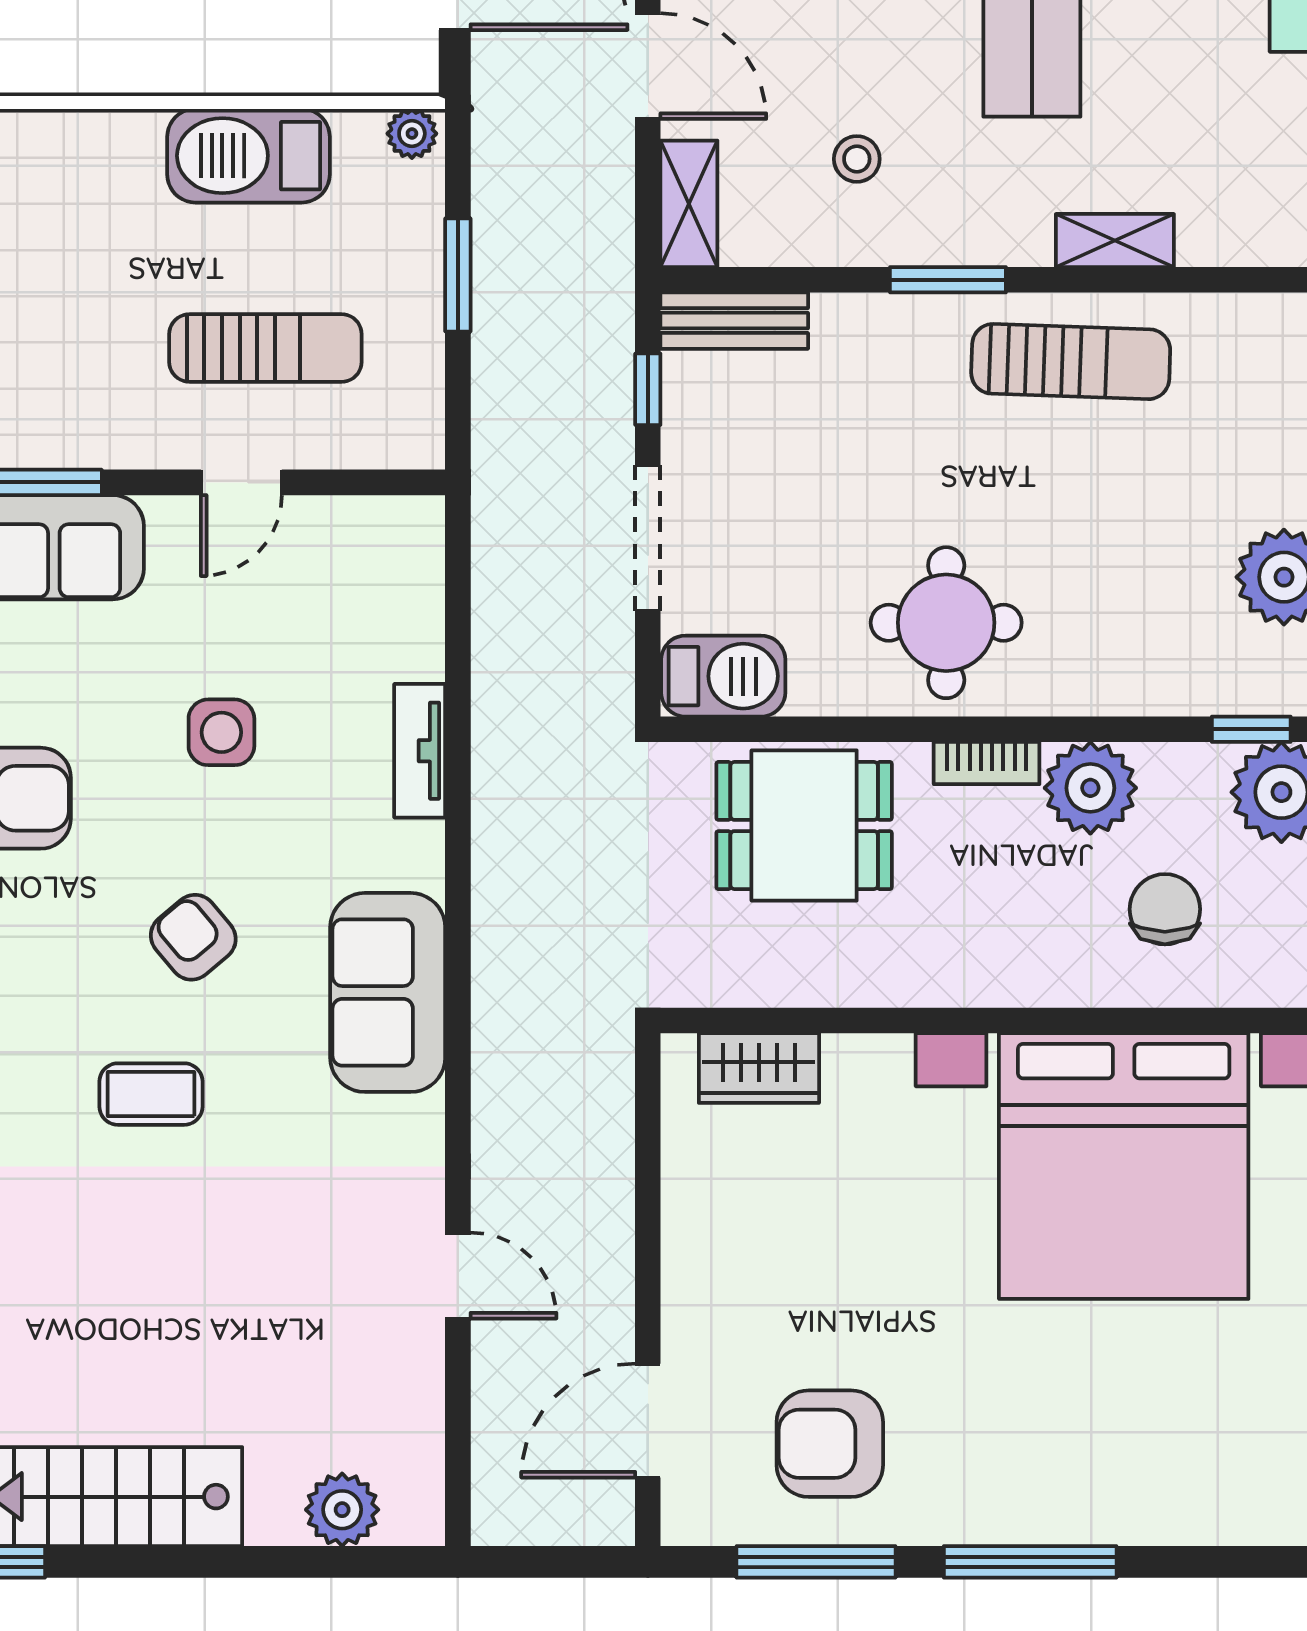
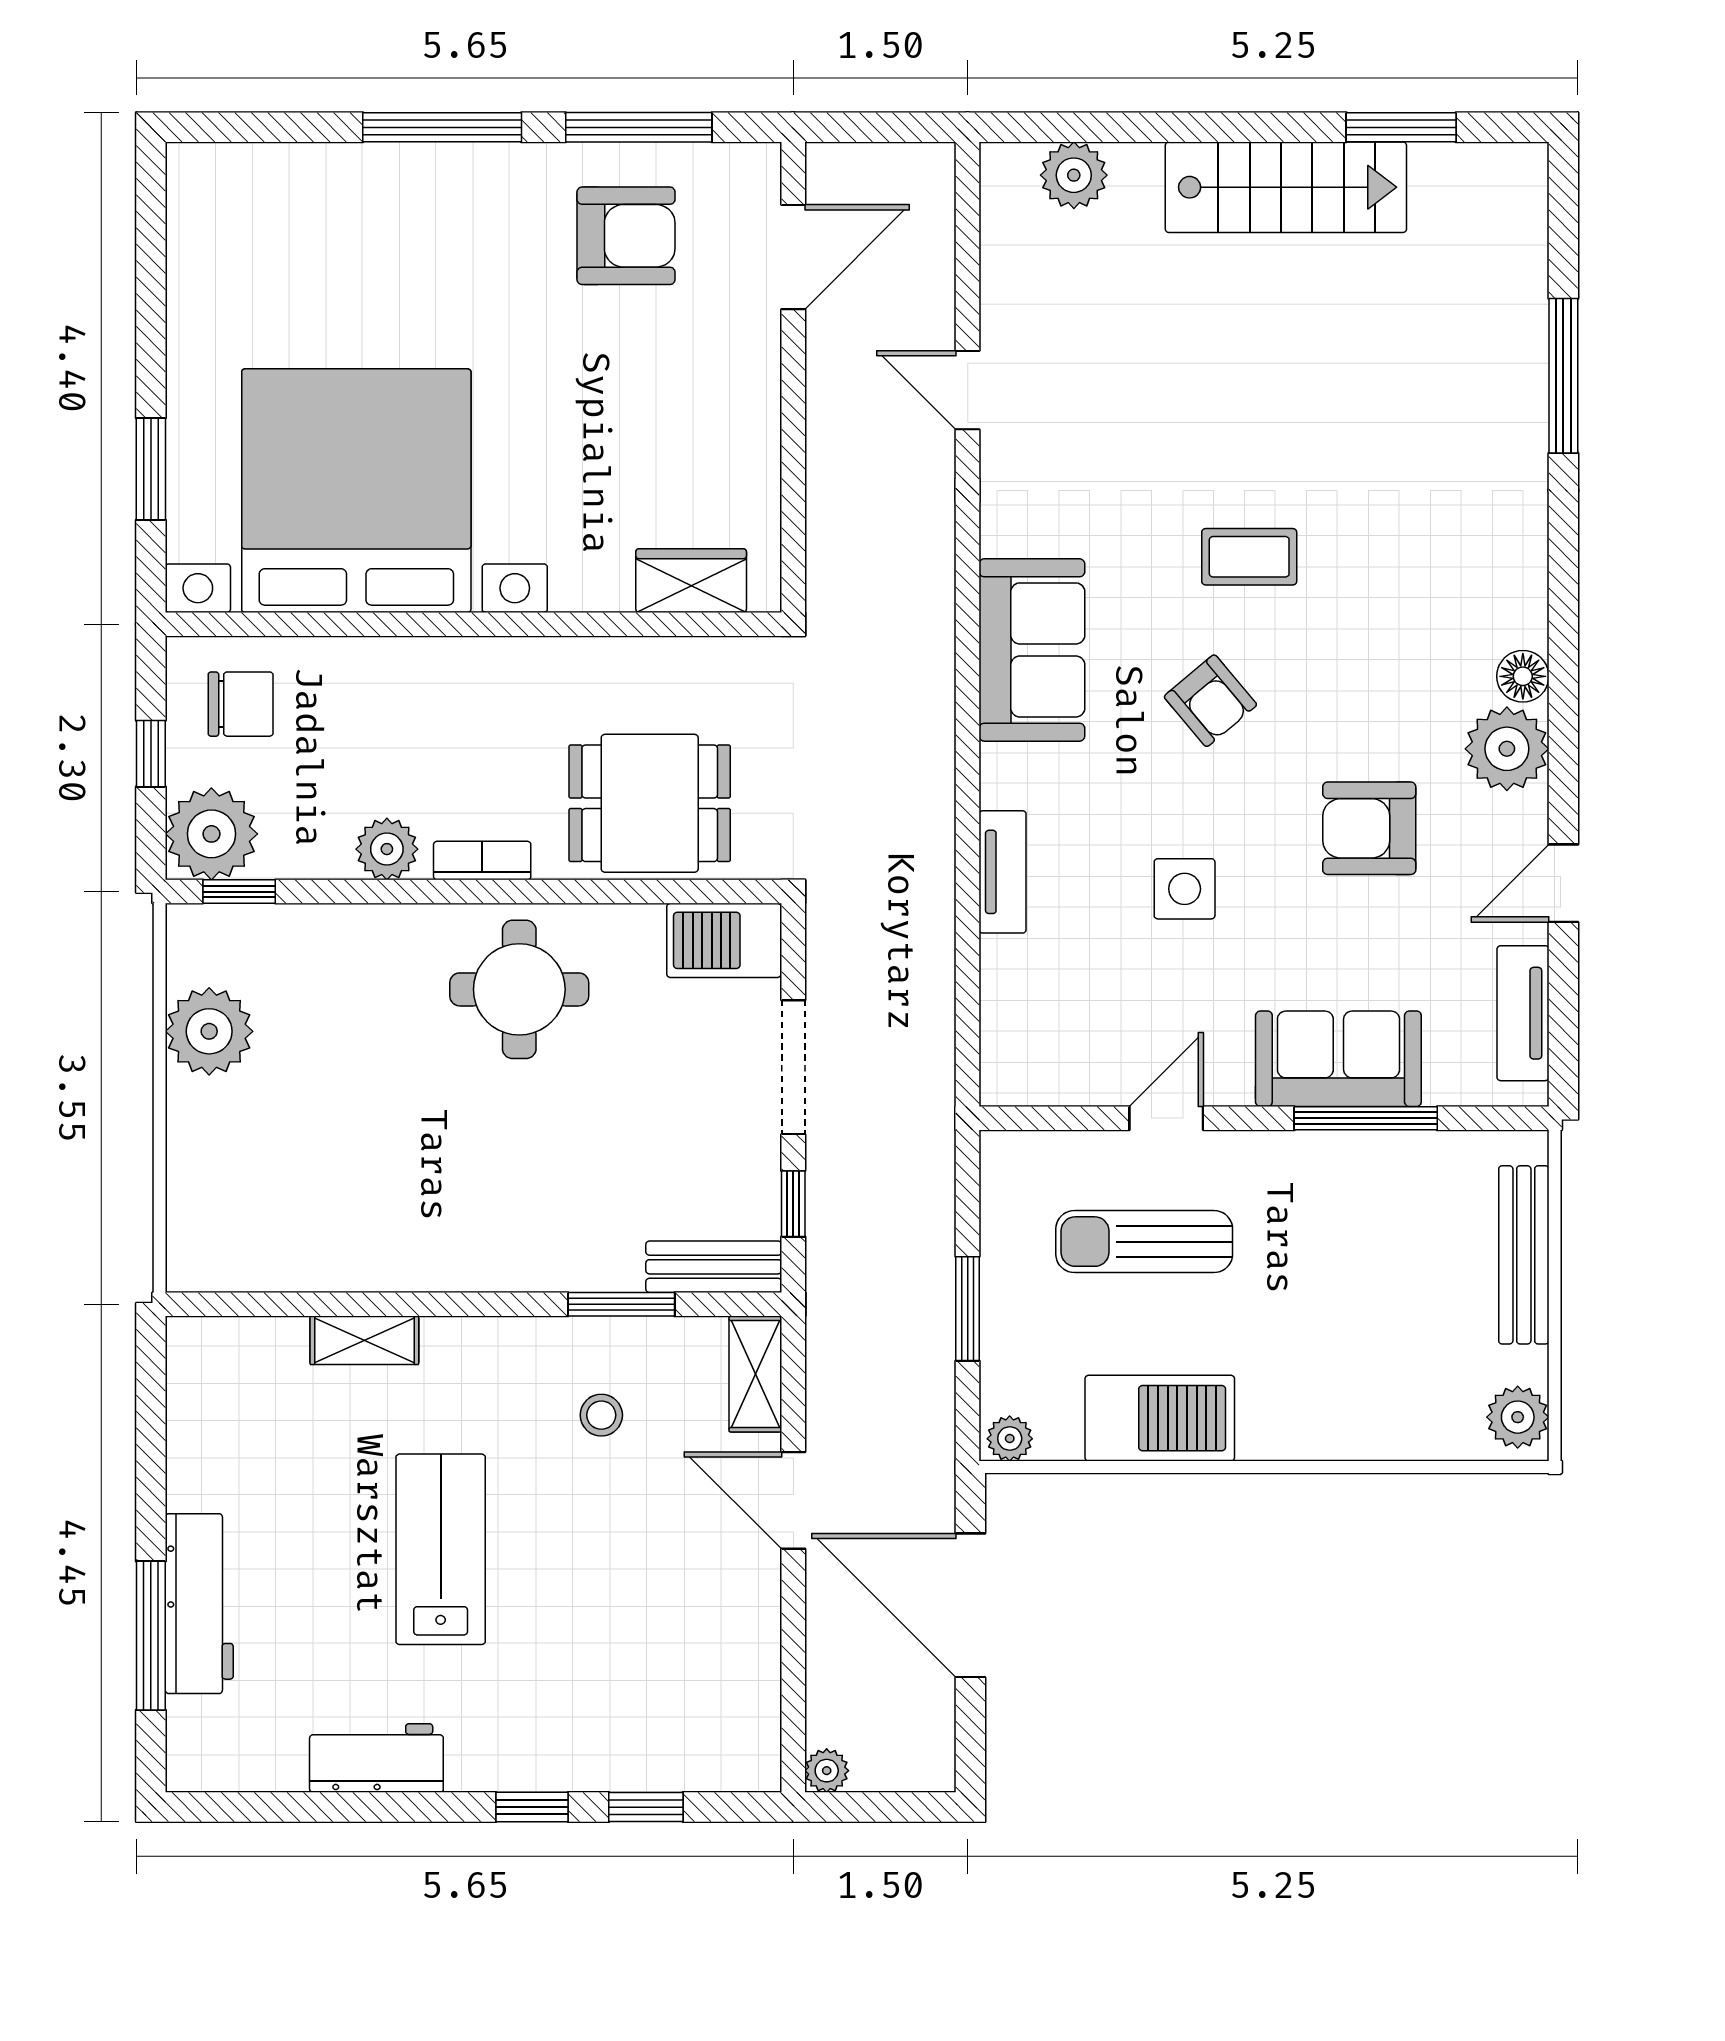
window: (948, 280) -> (621, 1304), moved
sun lounger: (1071, 362) -> (405, 1229), removed
plant: (1090, 788) -> (387, 849), width x0.73, depth x0.73
chair: (1165, 909) -> (241, 704), moved, turned -90

